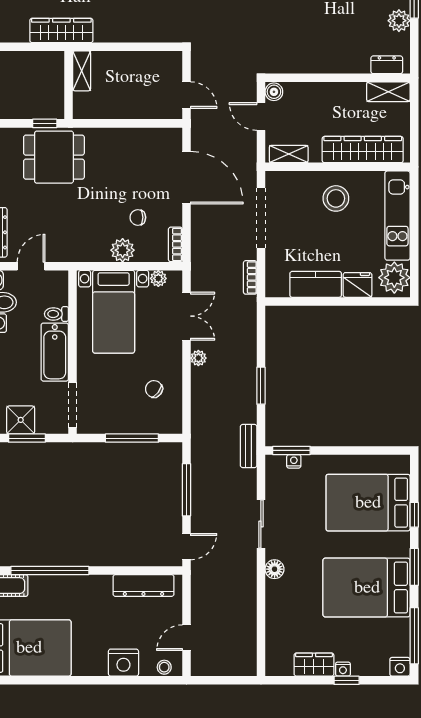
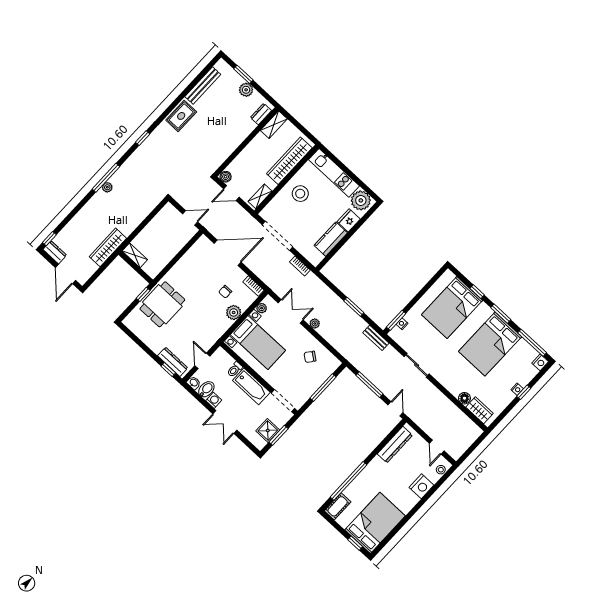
floor lamp: (275, 569) -> (464, 398), moved
wardrobe: (314, 665) -> (479, 410), moved, turned 90

